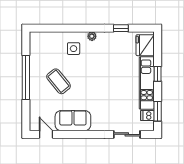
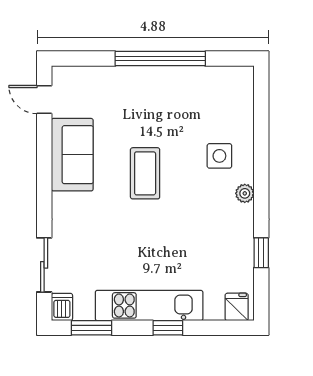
fridge: (145, 45) -> (237, 307), width x0.53, depth x0.75
coffee table: (59, 81) -> (145, 173), moved, turned -51
dishwasher: (147, 115) -> (62, 307), moved
door: (46, 134) -> (44, 100), swing flipped

